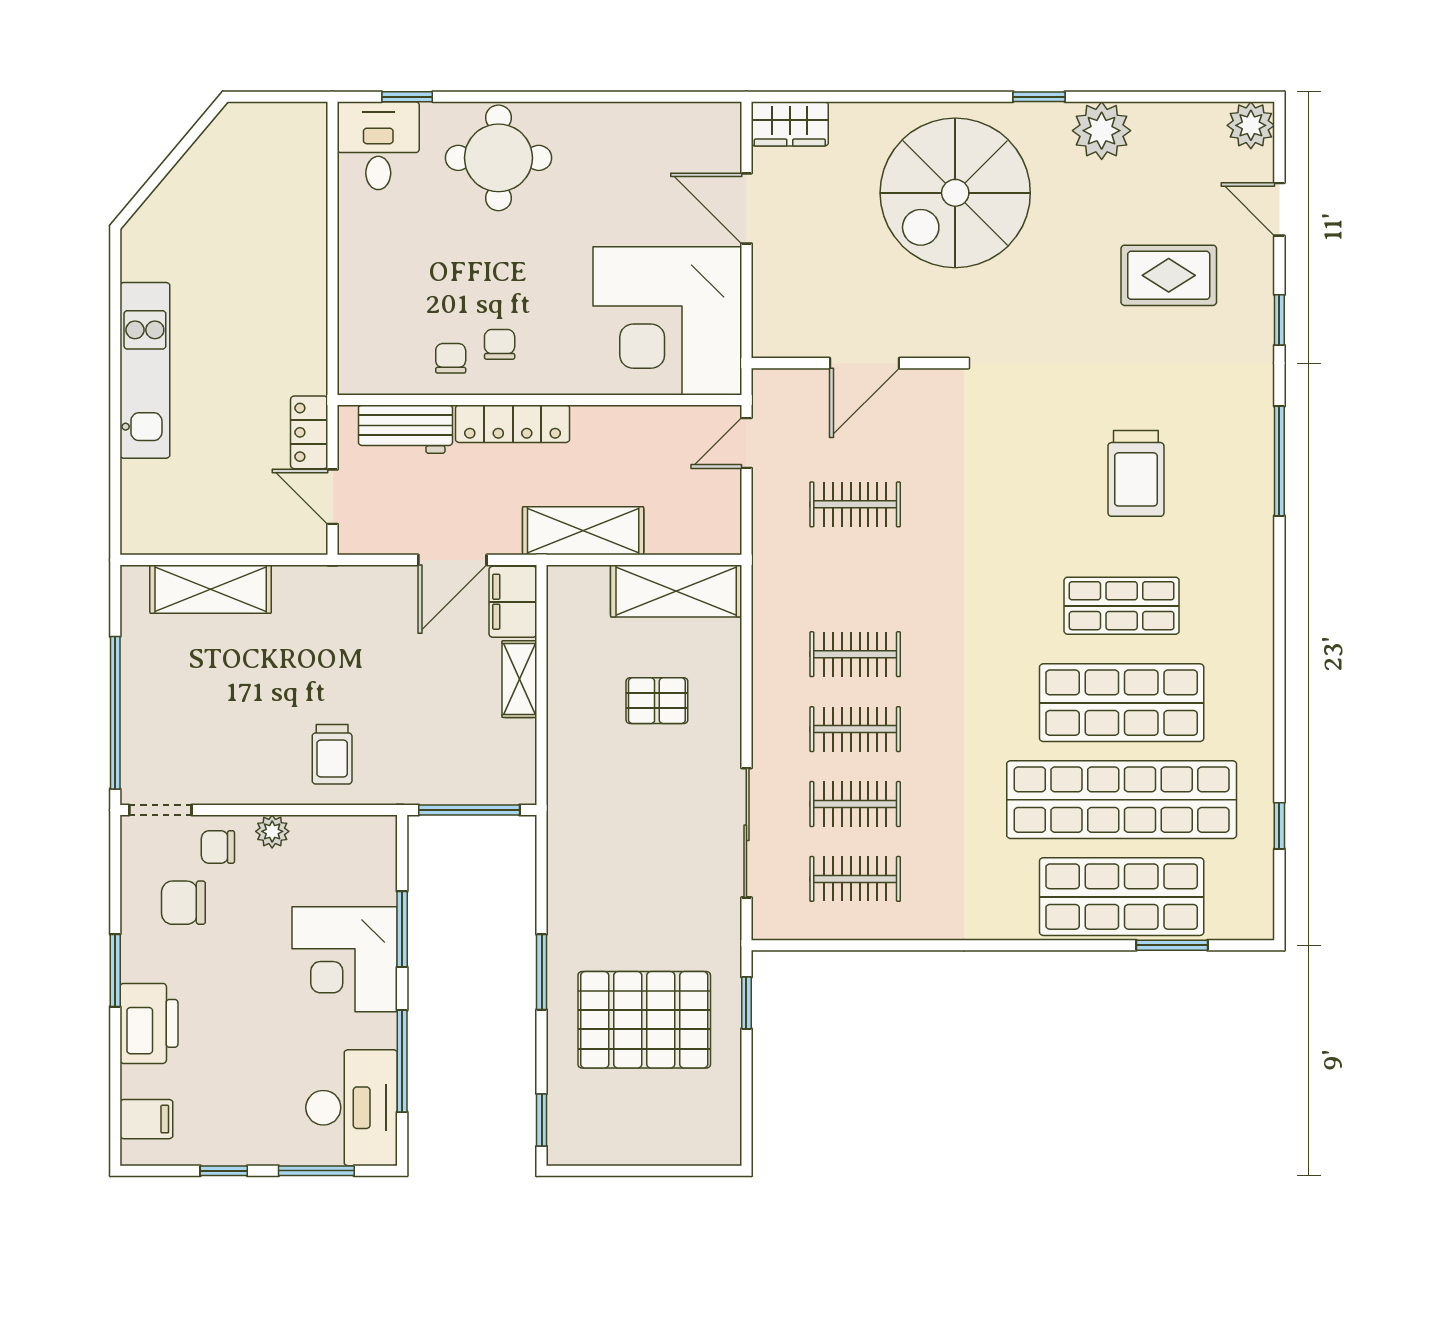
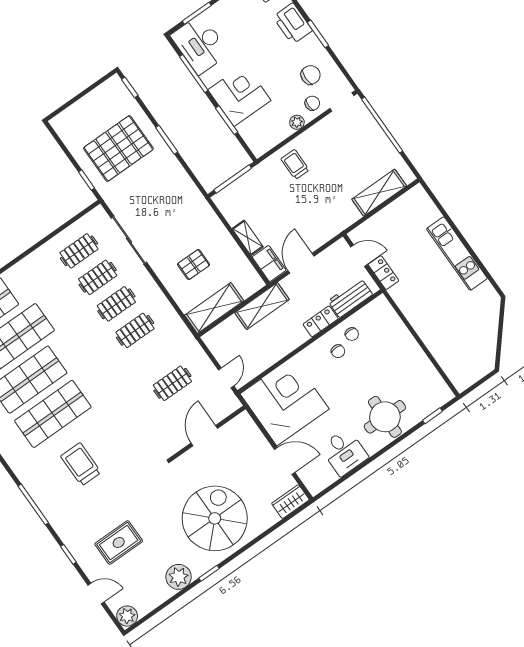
desk: (378, 146) -> (344, 452), moved
locker: (513, 424) -> (321, 321), width x0.66
shop shelf: (1122, 606) -> (53, 414), width x1.43, depth x1.36

